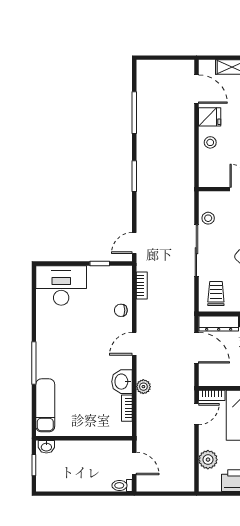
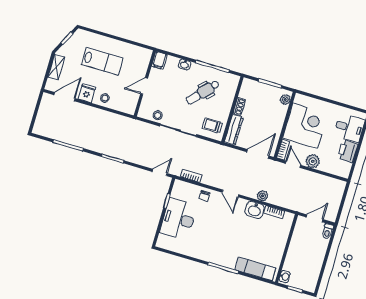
door: (134, 243) -> (160, 172), swing flipped
desk: (61, 285) -> (178, 219), moved
door: (196, 348) -> (258, 154), moved
plant: (208, 460) -> (313, 161), moved

